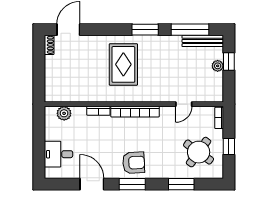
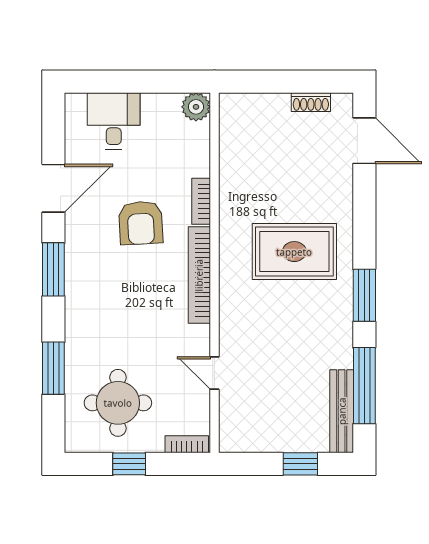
shoe rack: (49, 45) -> (311, 102), moved
plant: (218, 66) -> (291, 441), removed
plant: (64, 113) -> (196, 107), moved
round table: (199, 152) -> (118, 403), turned -36
armchair: (134, 163) -> (141, 223), moved

